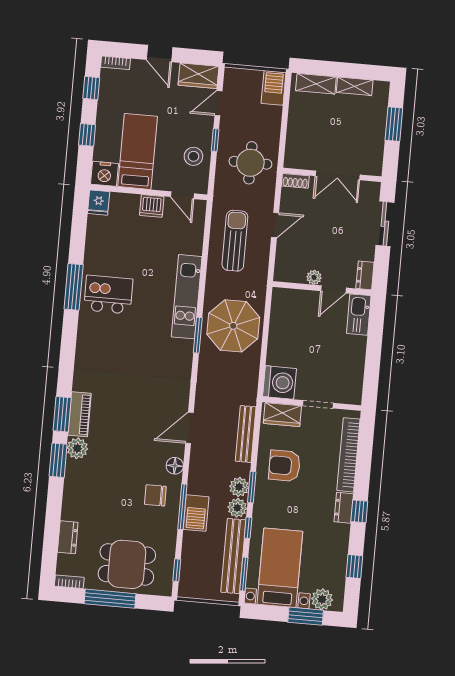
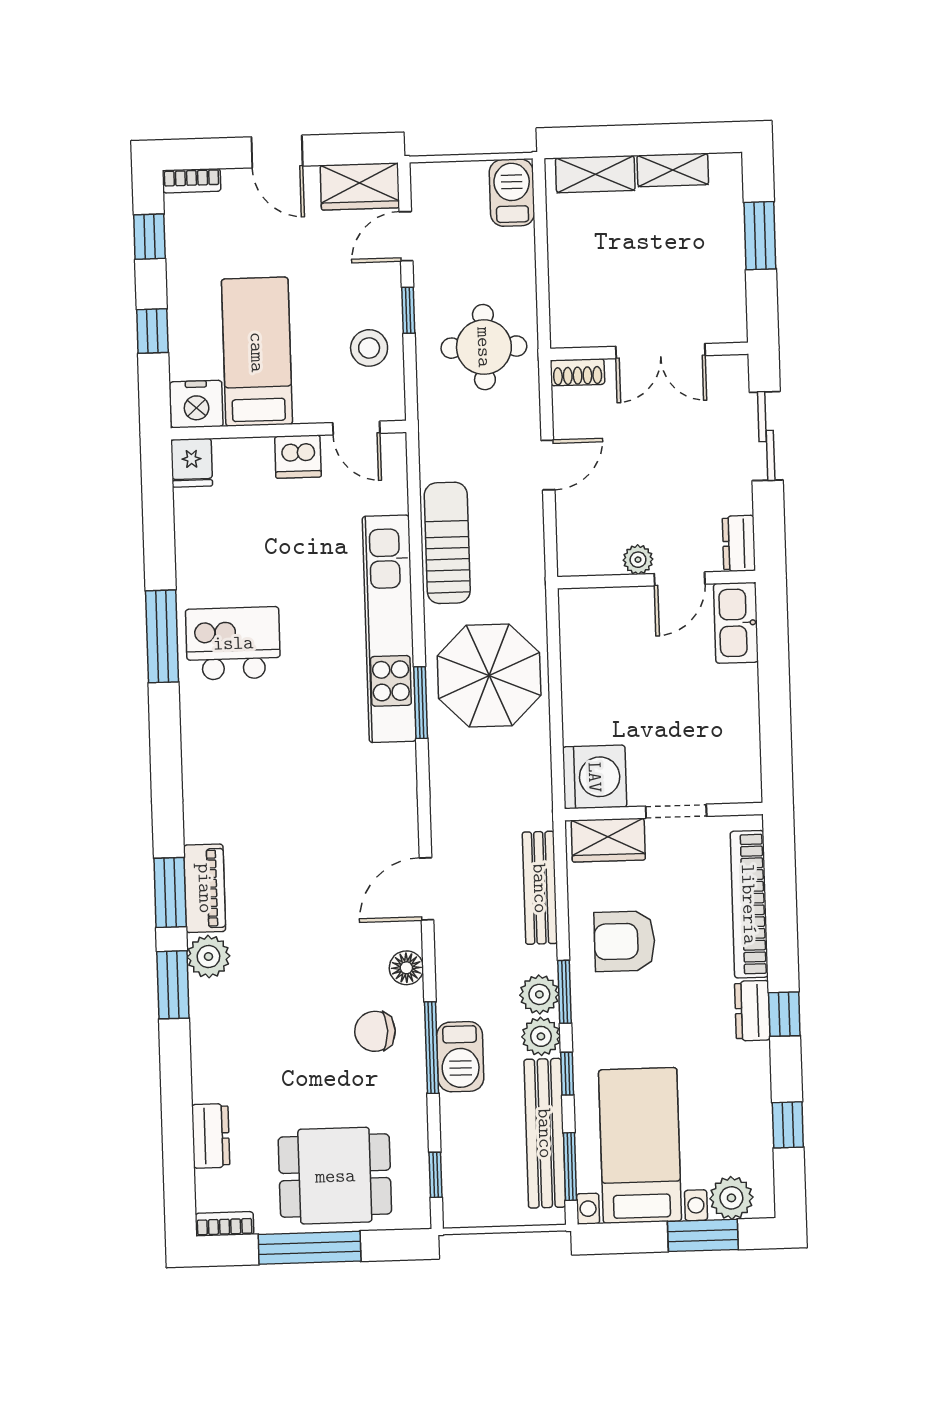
sun lounger: (235, 241) -> (447, 543), moved
kitchen unit: (187, 297) -> (389, 629), width x1.36

